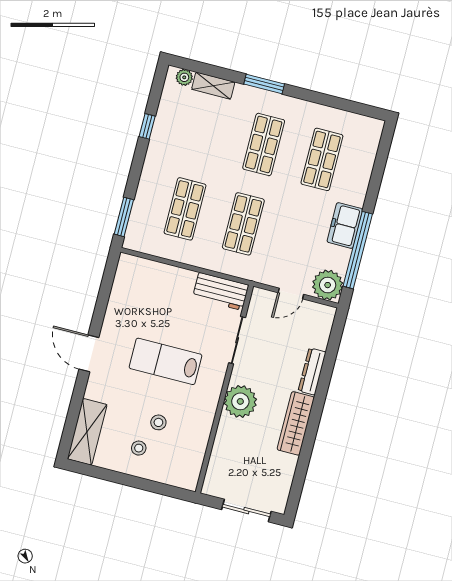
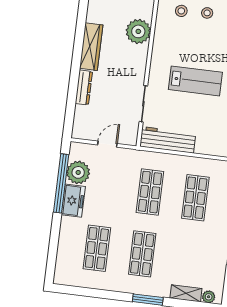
plant: (328, 285) -> (78, 172), moved
workbench: (221, 291) -> (168, 140), width x1.38
plant: (240, 401) -> (138, 31), moved
stool: (158, 422) -> (181, 11), moved

